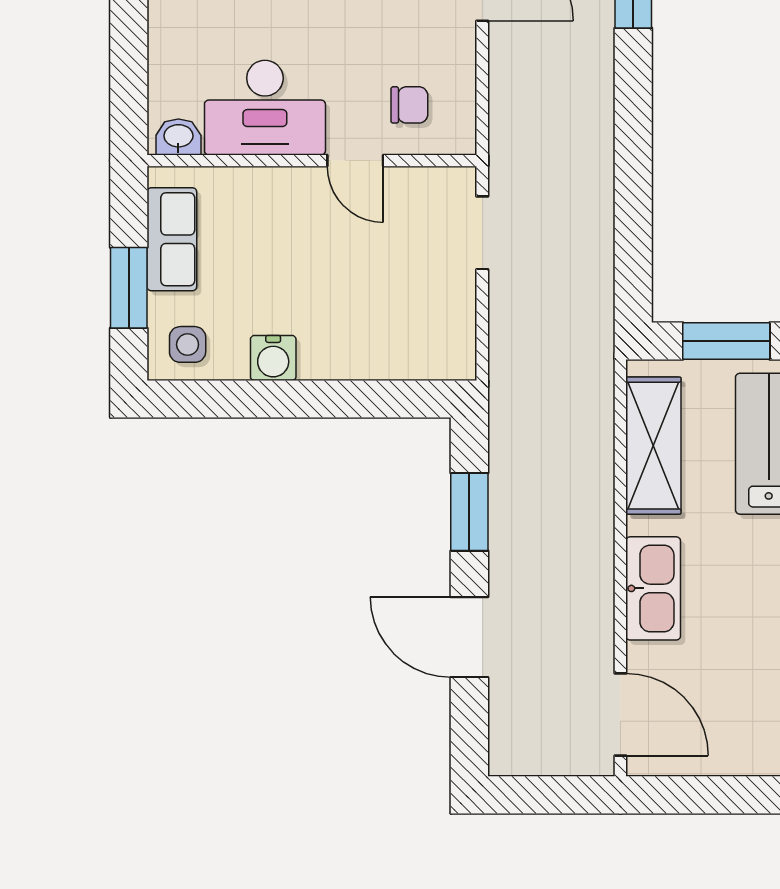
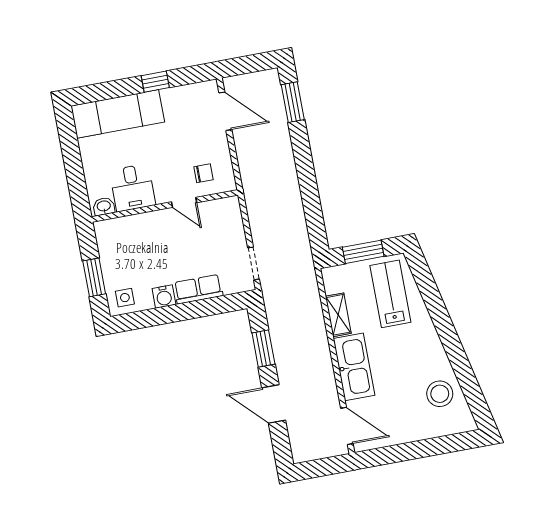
desk: (265, 108) -> (132, 188), width x0.73
doorway: (482, 233) -> (254, 263), moved
row of seats: (172, 239) -> (198, 289), moved, turned -90
shelving: (653, 446) -> (338, 315), width x0.67, depth x0.75
kitchen sink: (653, 588) -> (354, 367), width x1.36, depth x1.24

